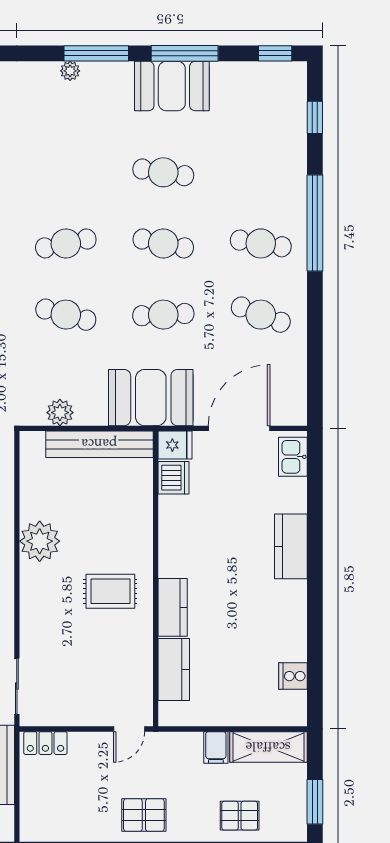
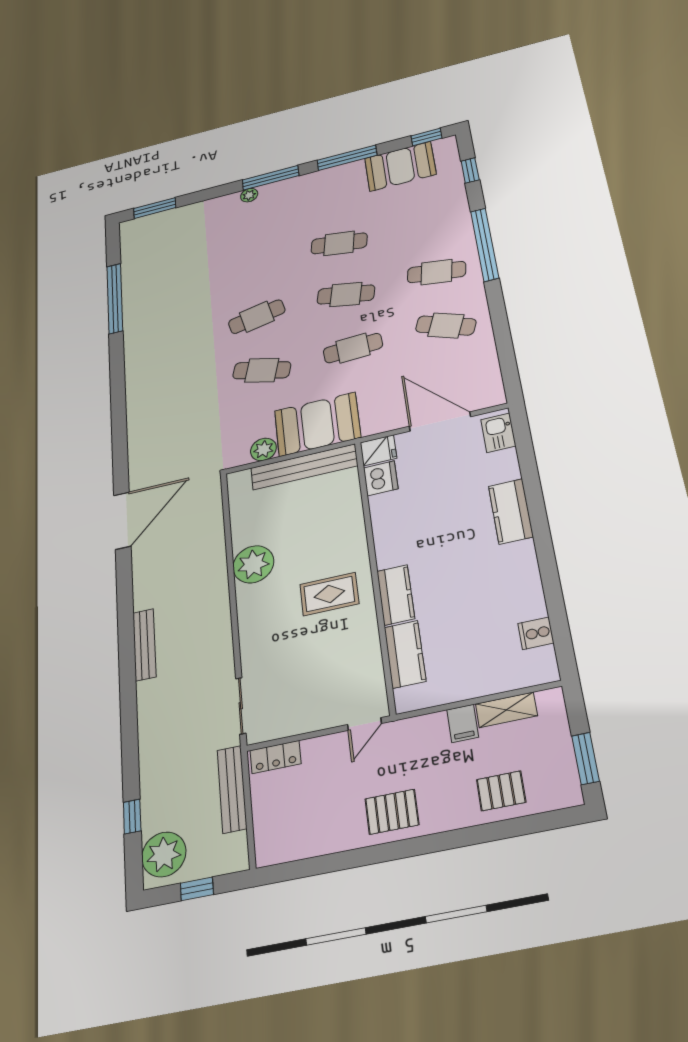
booth: (172, 86) -> (400, 166), moved
booth: (151, 398) -> (317, 424), moved
door: (239, 428) -> (440, 422), hinge flipped
shelving: (268, 747) -> (506, 710), width x0.67, depth x0.75

